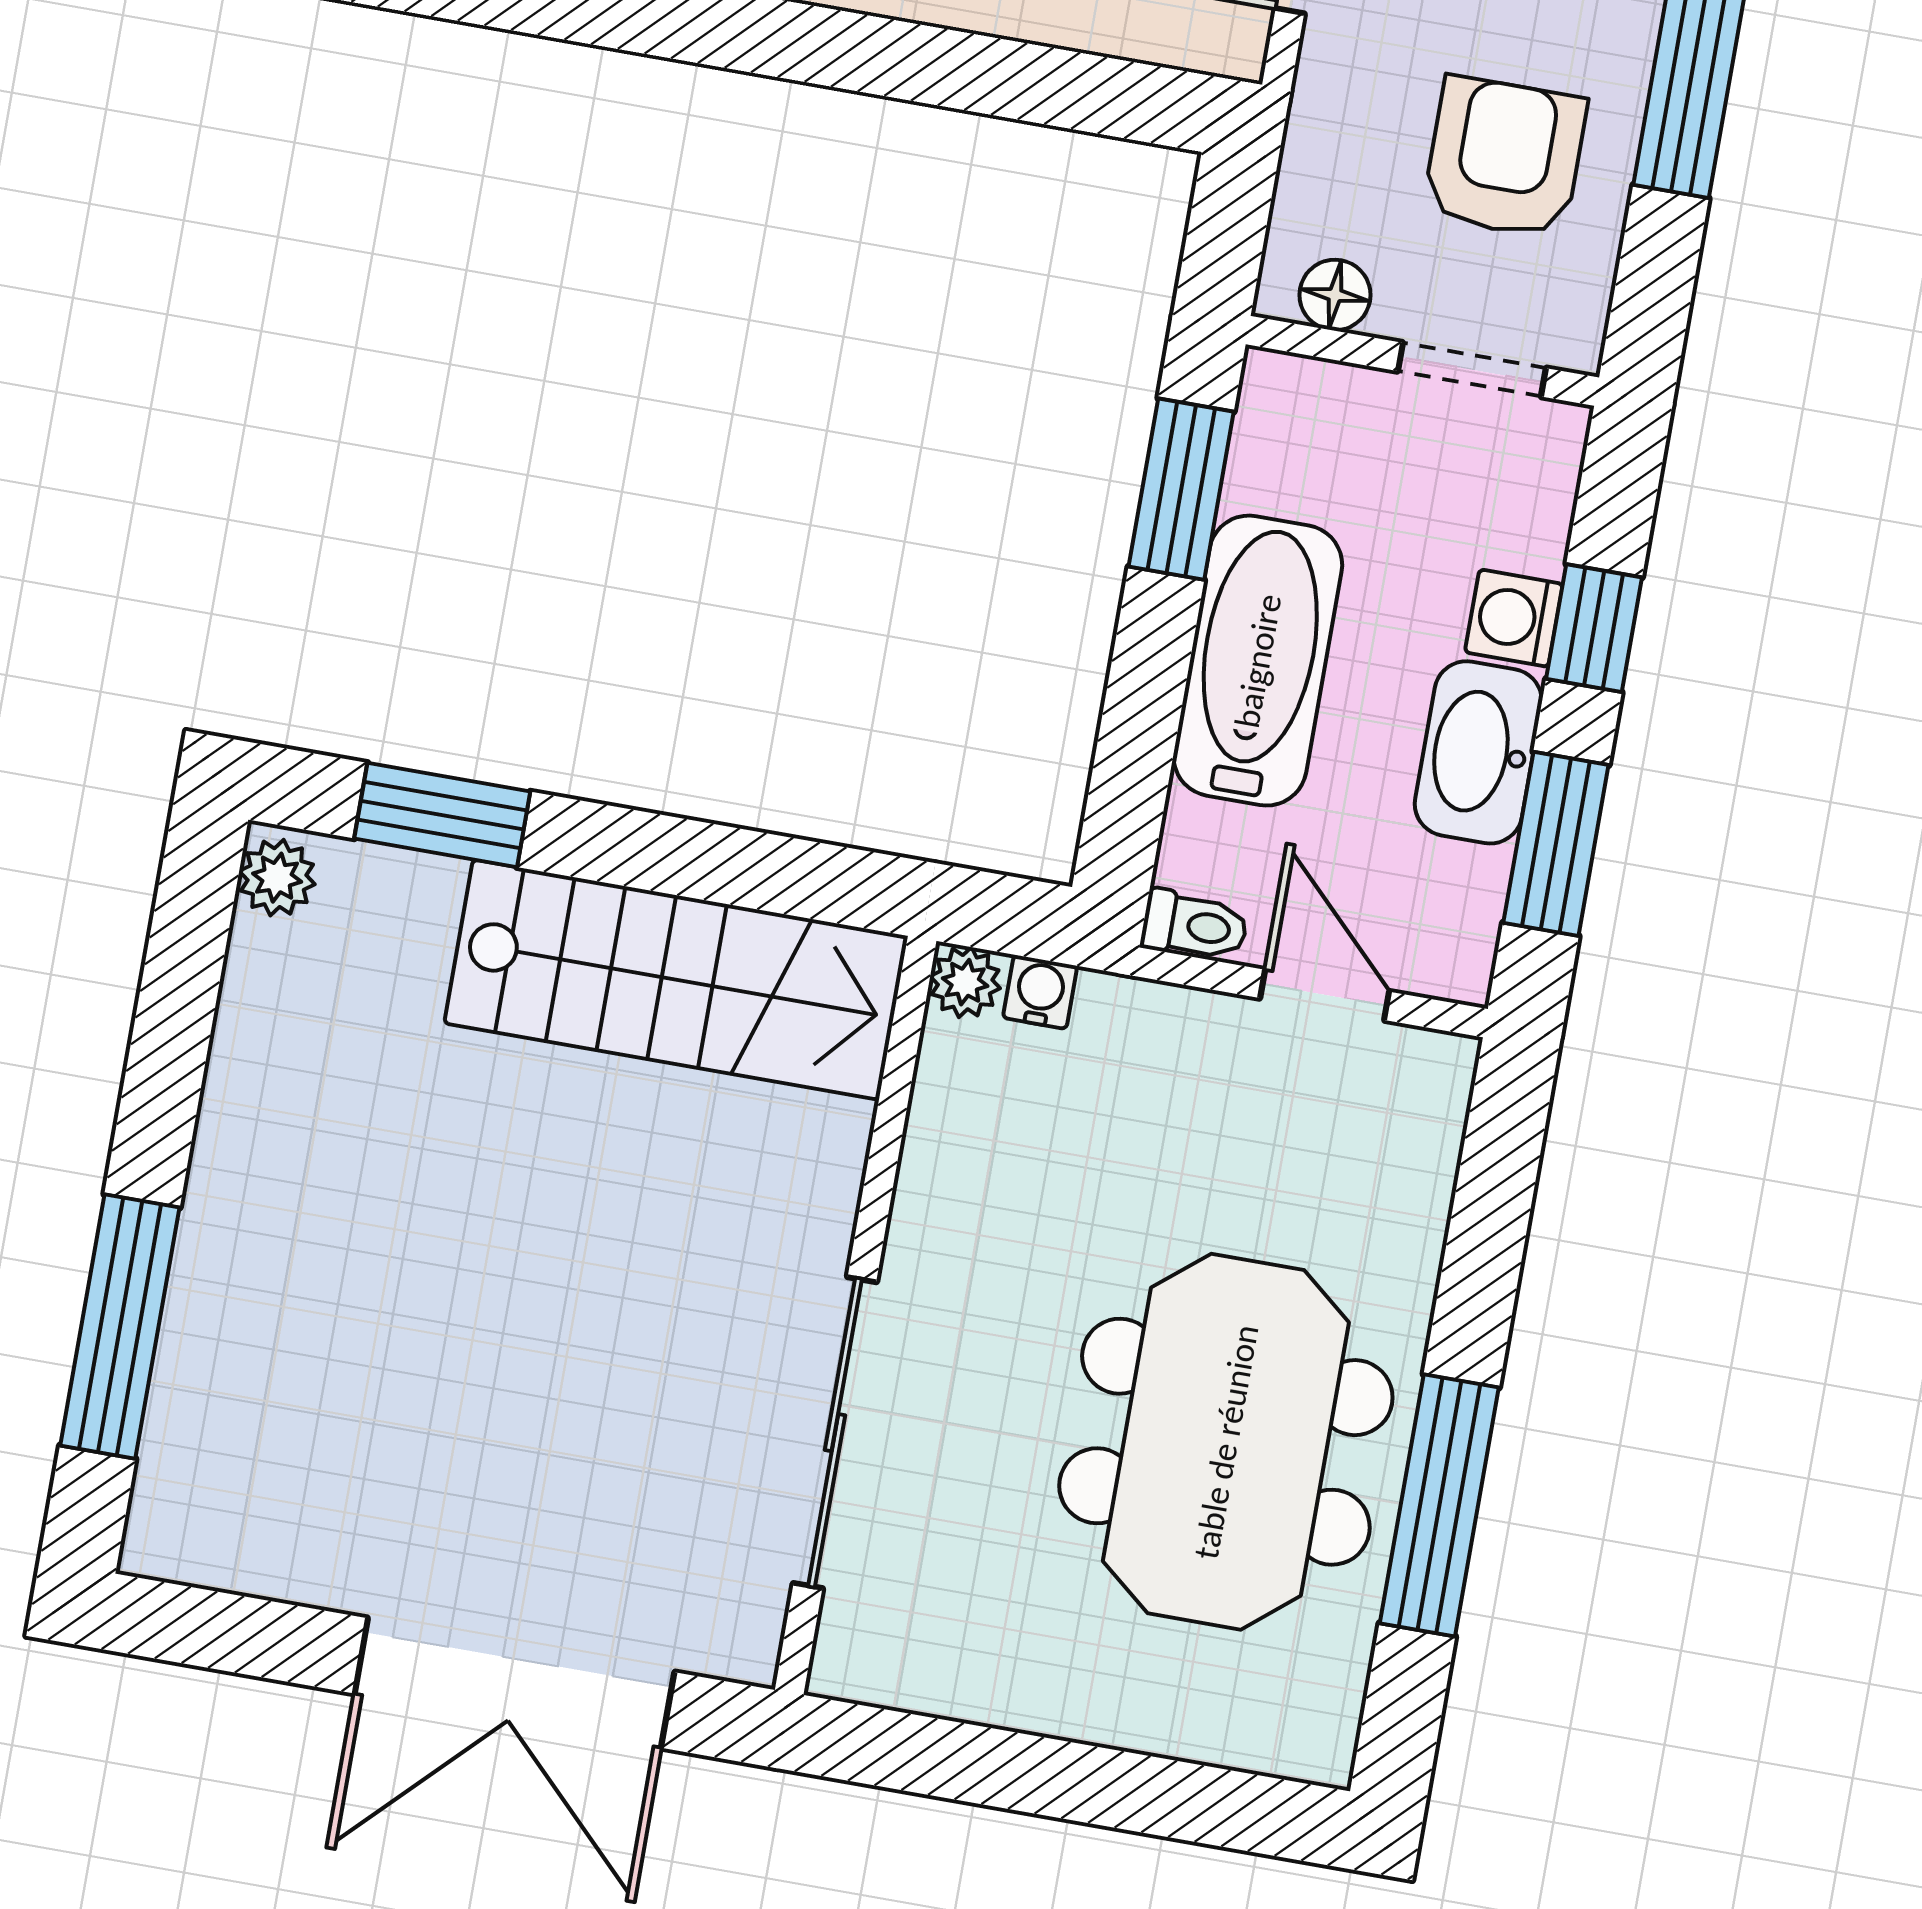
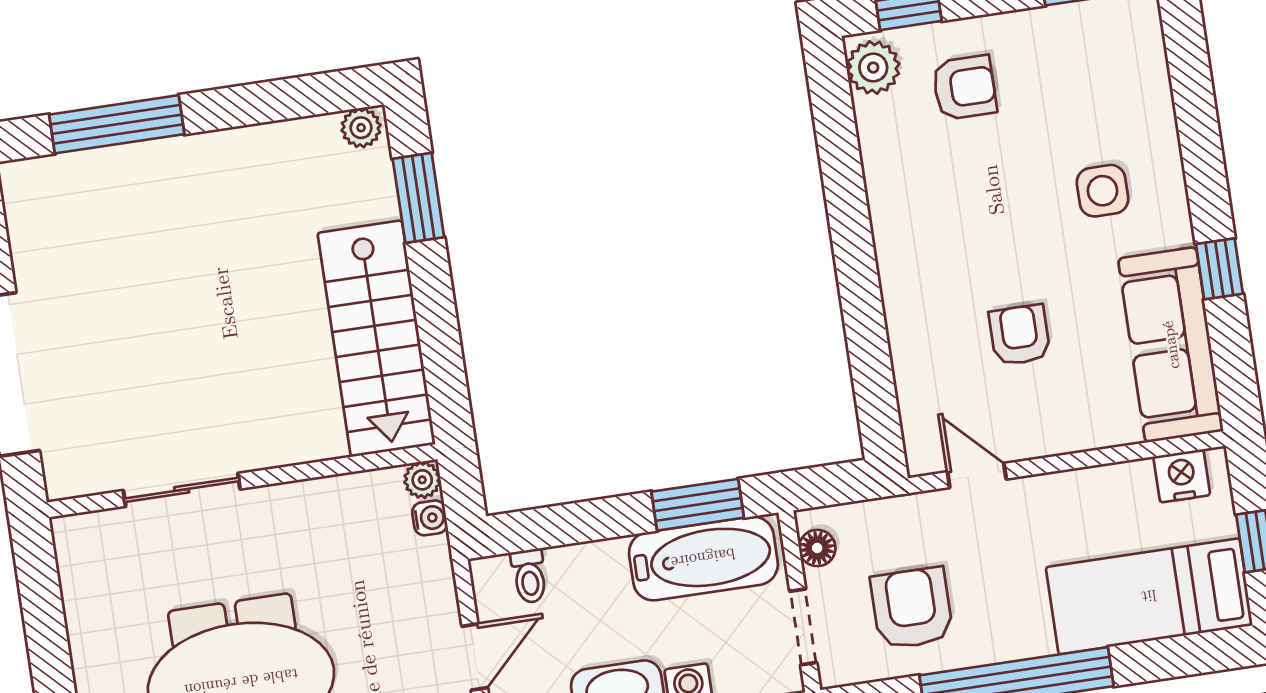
armchair: (1505, 157) -> (912, 608), turned -90
bathtub: (1258, 661) -> (703, 558), moved
toilet: (1195, 926) -> (529, 576), moved
sliding door: (835, 1433) -> (182, 490), width x0.73

